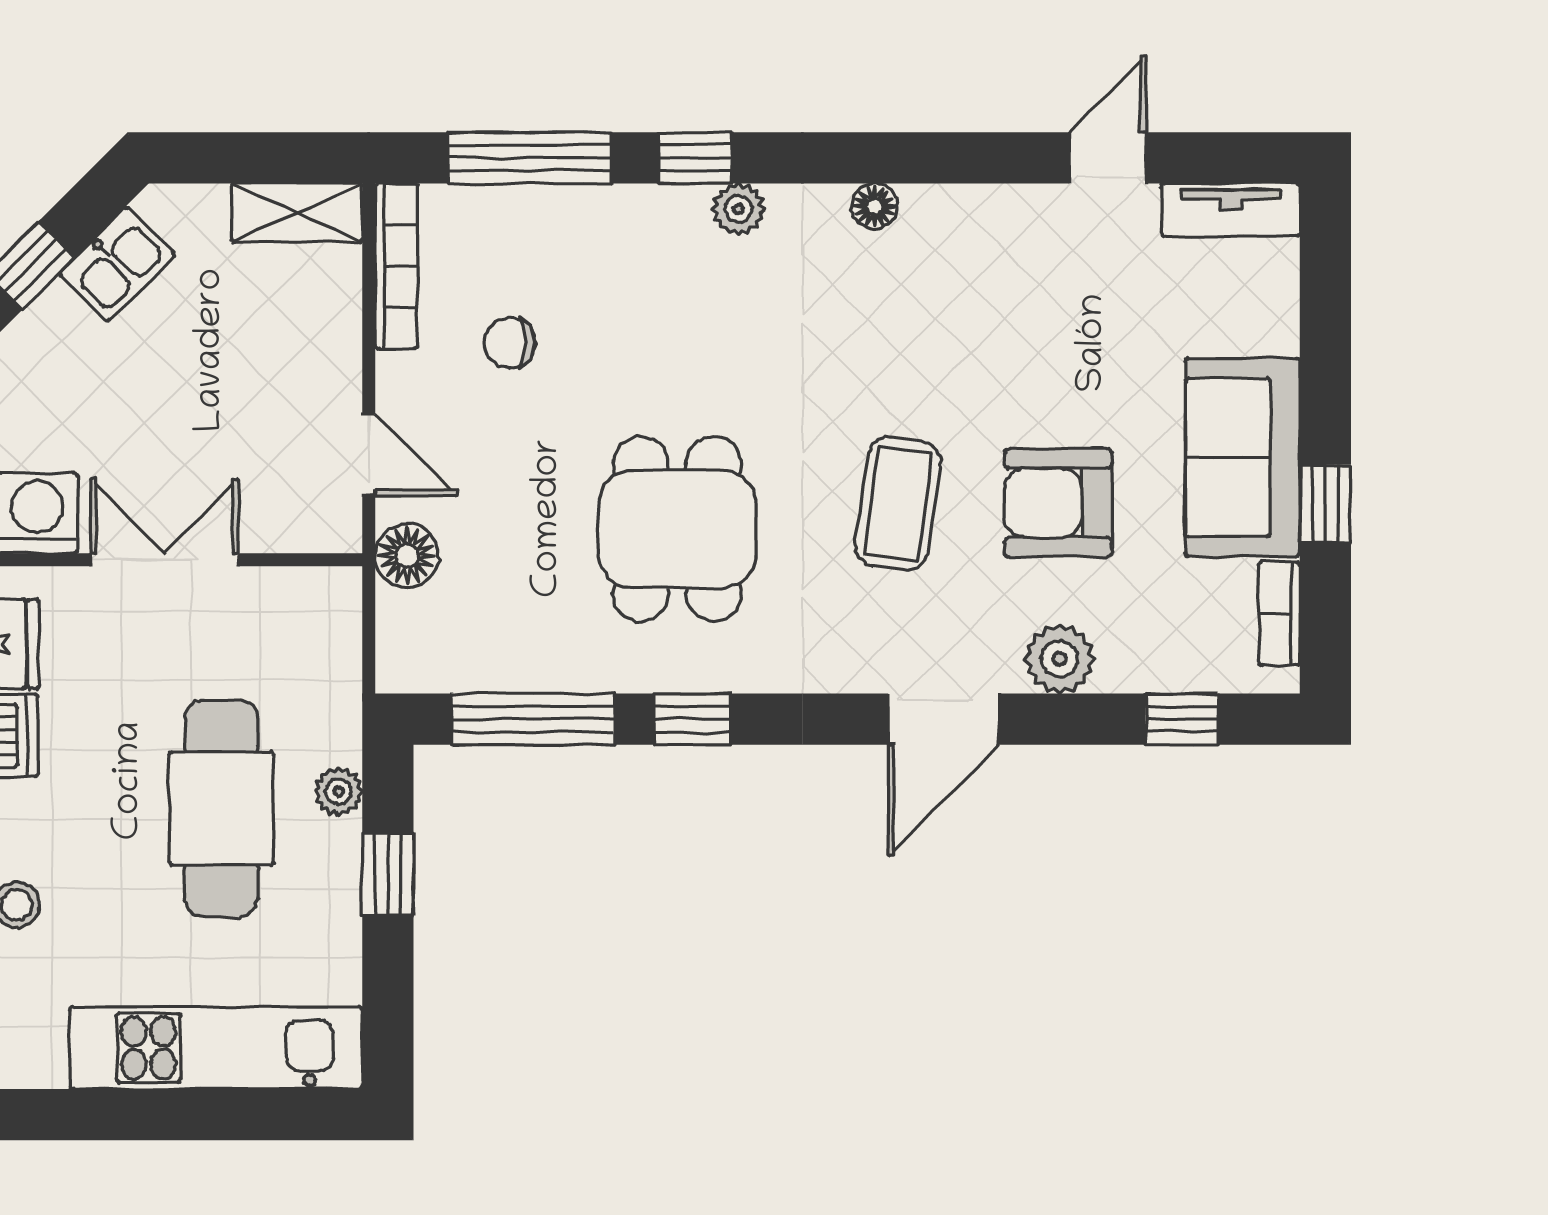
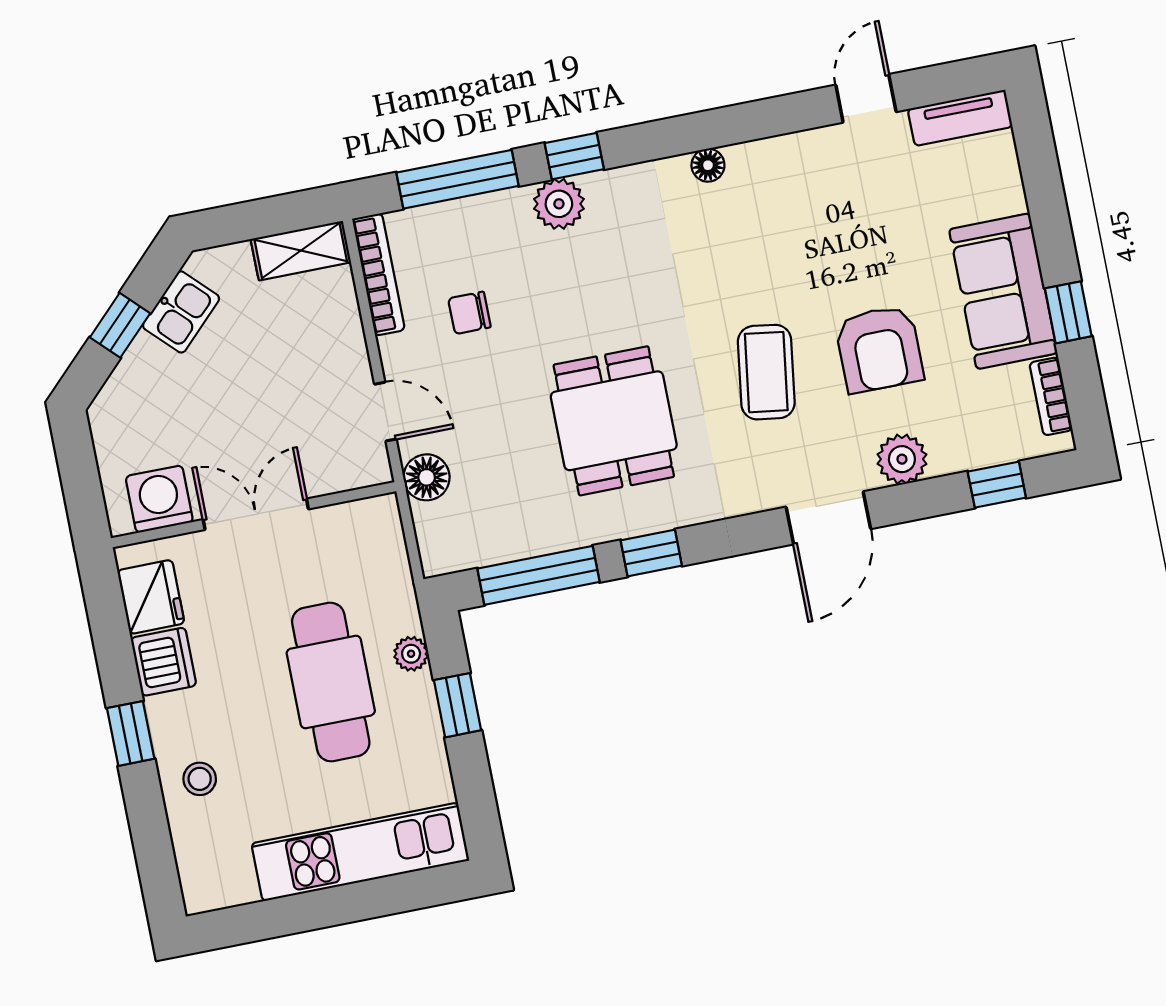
plant: (738, 209) -> (559, 204), moved, width x1.38, depth x1.38
armchair: (1058, 503) -> (879, 349), turned -90

